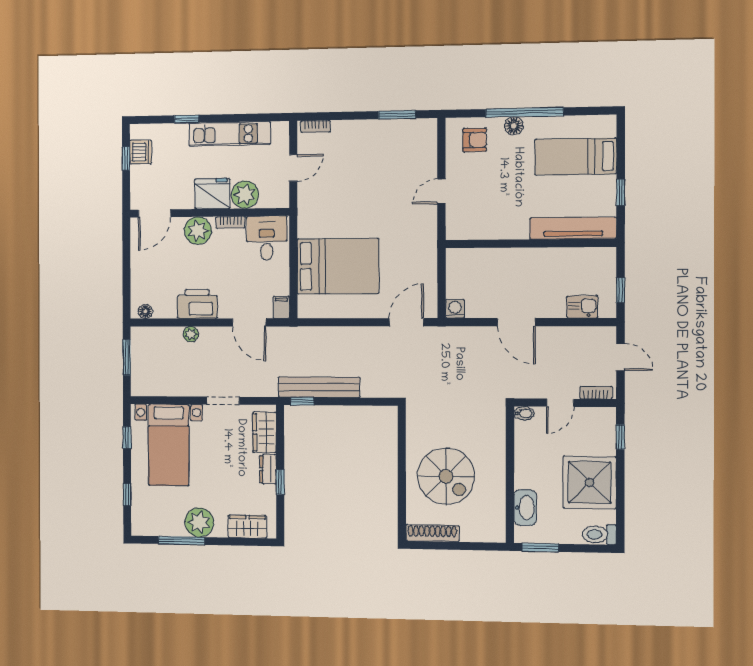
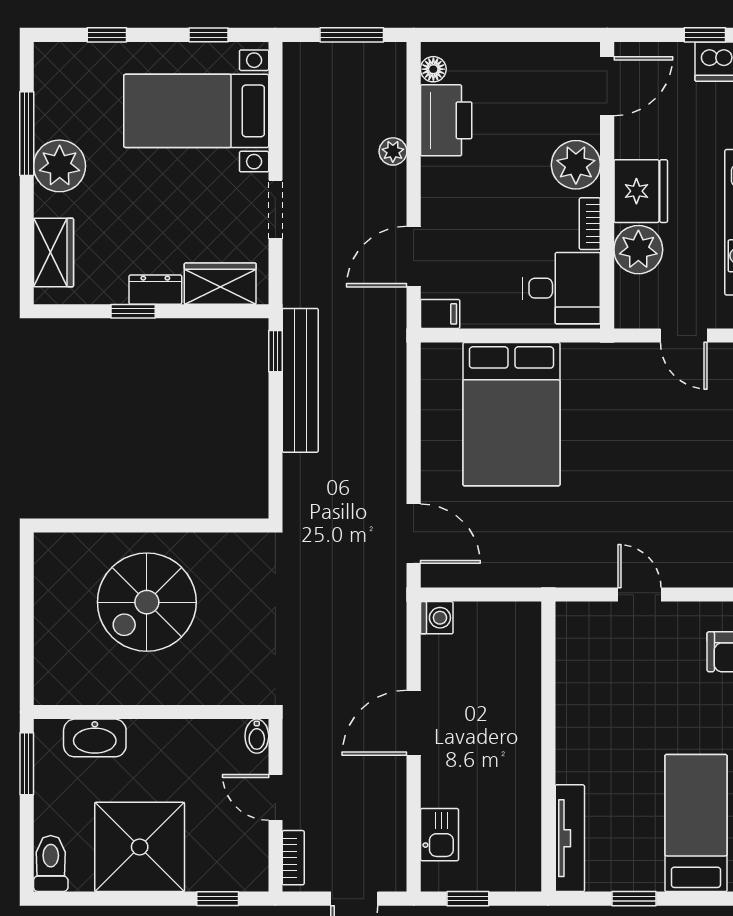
door: (154, 213) -> (607, 86), swing flipped
tv unit: (573, 228) -> (570, 838), width x0.73, depth x0.78
printer: (197, 304) -> (446, 120), moved
shoe rack: (432, 533) -> (48, 578), removed

